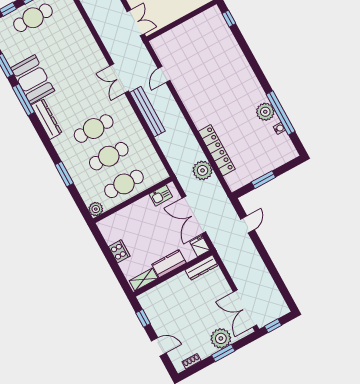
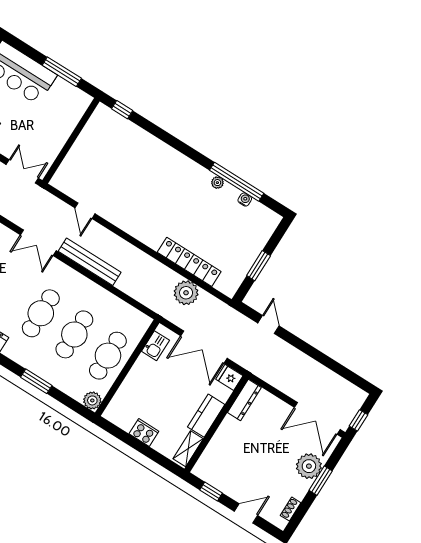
plant: (265, 112) -> (217, 183), width x0.53, depth x0.53

